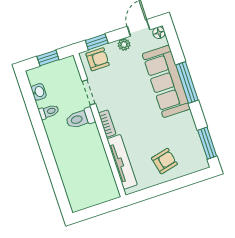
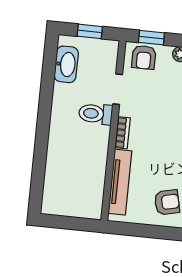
armchair: (98, 59) -> (144, 57), turned 90
washbasin: (39, 92) -> (66, 64), width x1.91, depth x1.45
toilet: (49, 112) -> (64, 91), removed

